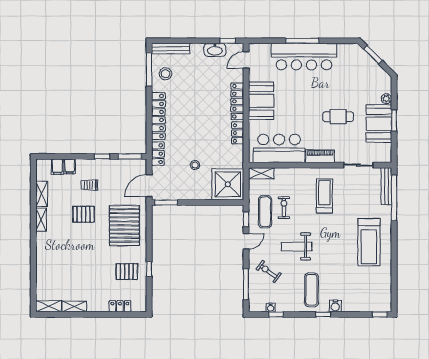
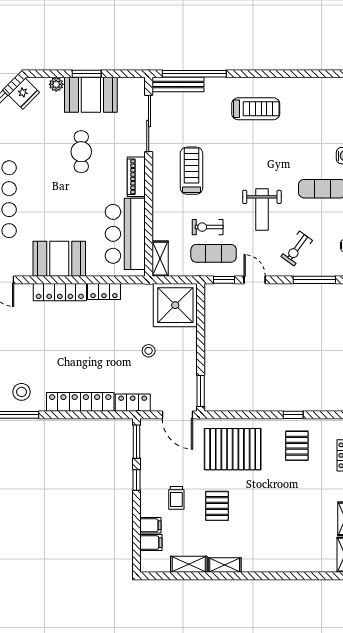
fridge: (380, 76) -> (24, 94), added
sliding door: (358, 165) -> (149, 124), width x1.37
treadmill: (324, 196) -> (191, 171), turned 90
treadmill: (369, 242) -> (256, 109), width x0.73, depth x0.73

